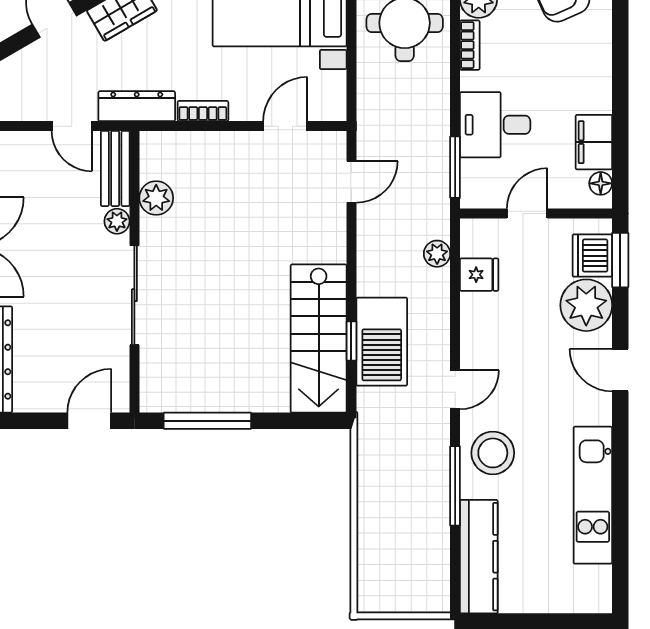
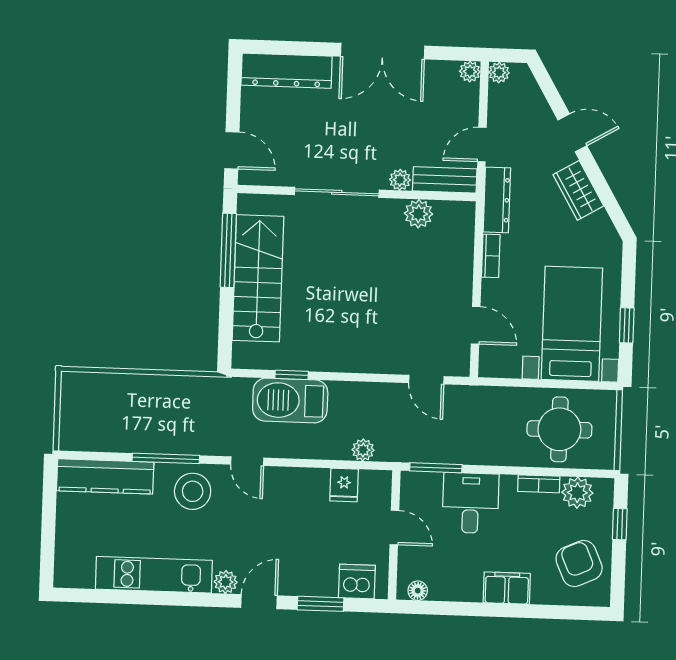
filing cabinet: (594, 142) -> (507, 588), moved
window: (620, 260) -> (320, 604), moved
plant: (586, 305) -> (226, 582), moved, width x0.53, depth x0.53
stairs: (319, 339) -> (258, 278), moved, turned 90

